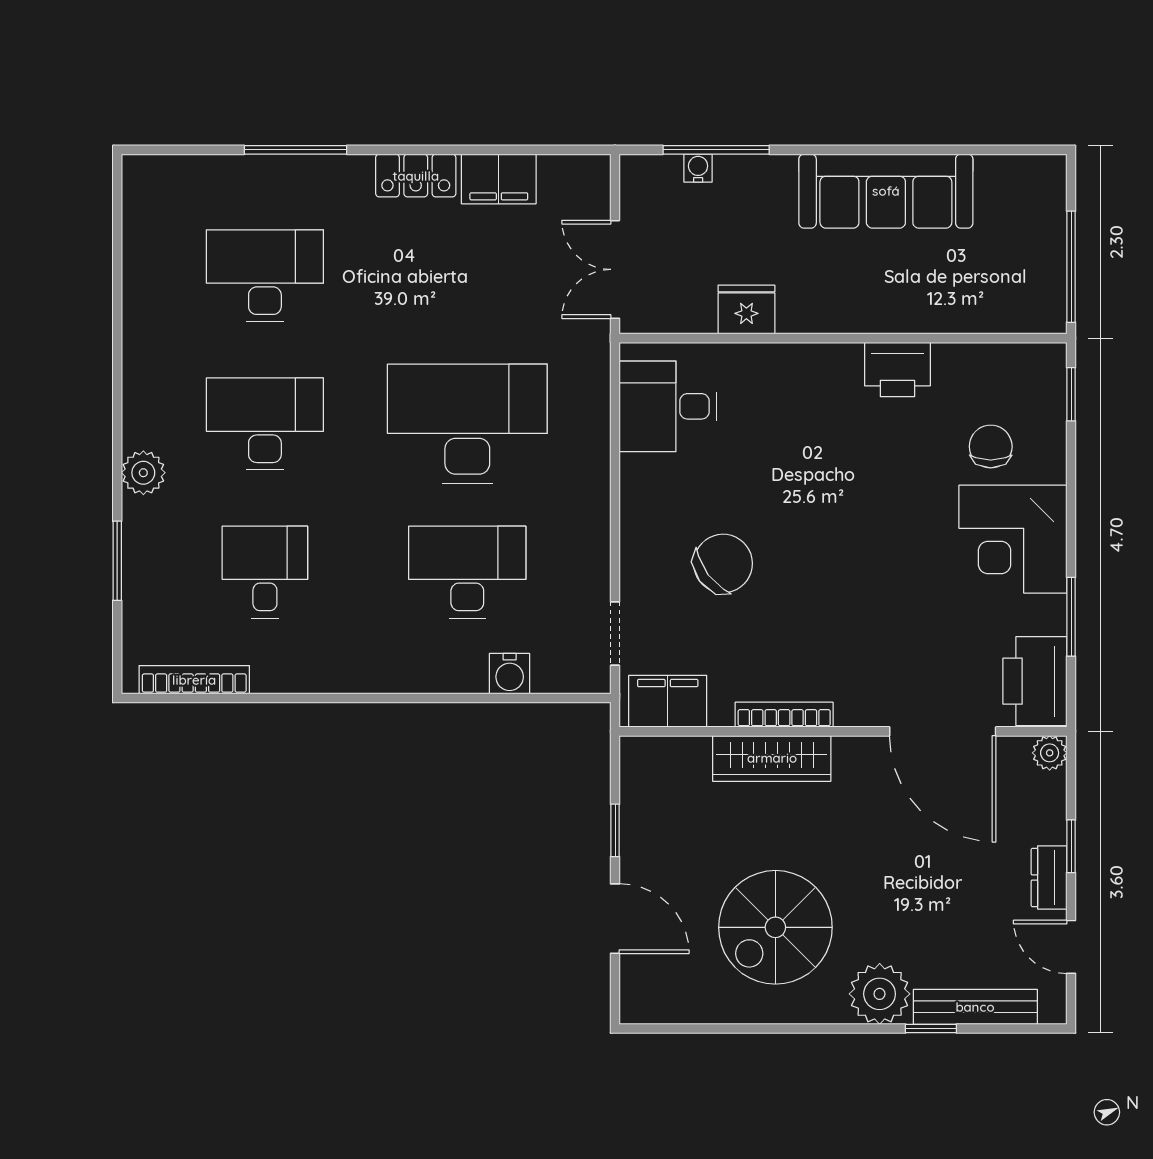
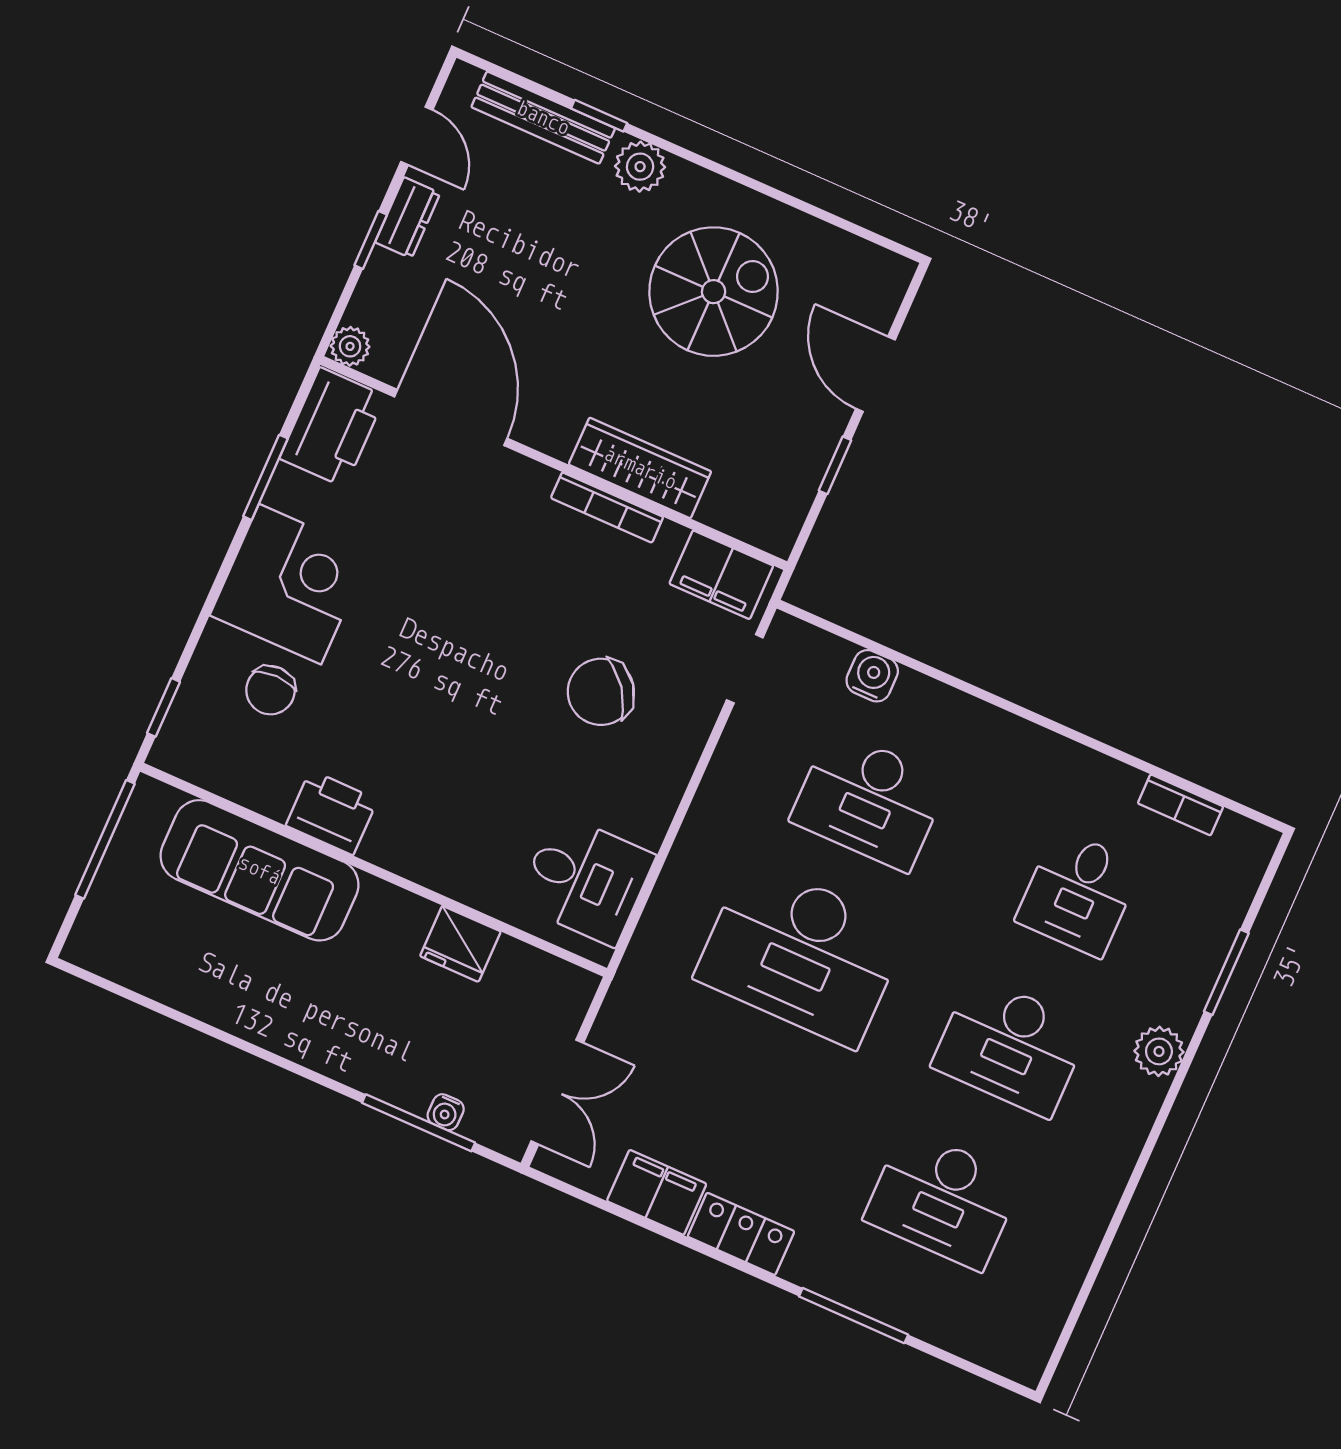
sofa: (886, 191) -> (259, 870), moved, turned 180
double door: (615, 269) -> (557, 1092), moved
bookcase: (194, 680) -> (1181, 805), width x0.64
plant: (880, 994) -> (640, 167), width x0.73, depth x0.73

